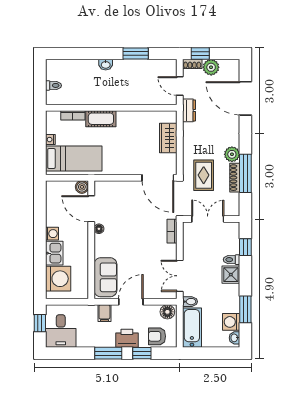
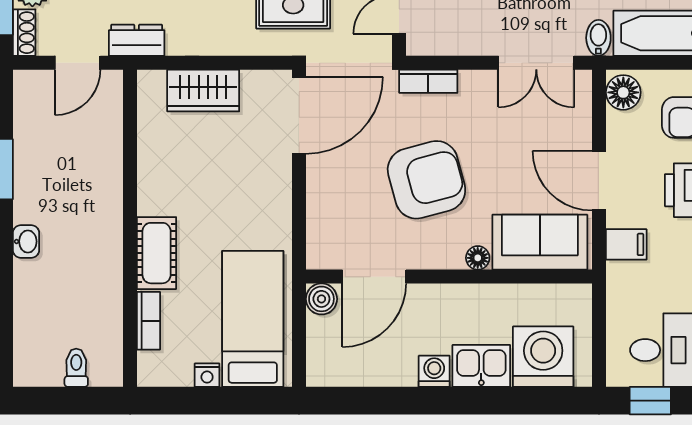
floor lamp: (99, 229) -> (478, 258), moved
armchair: (131, 230) -> (426, 180), added

